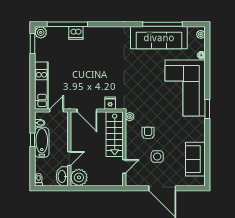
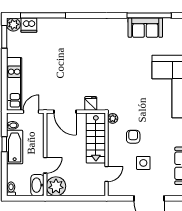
dishwasher: (76, 33) -> (29, 25), moved
sofa: (159, 38) -> (145, 28), width x0.54, depth x0.79

